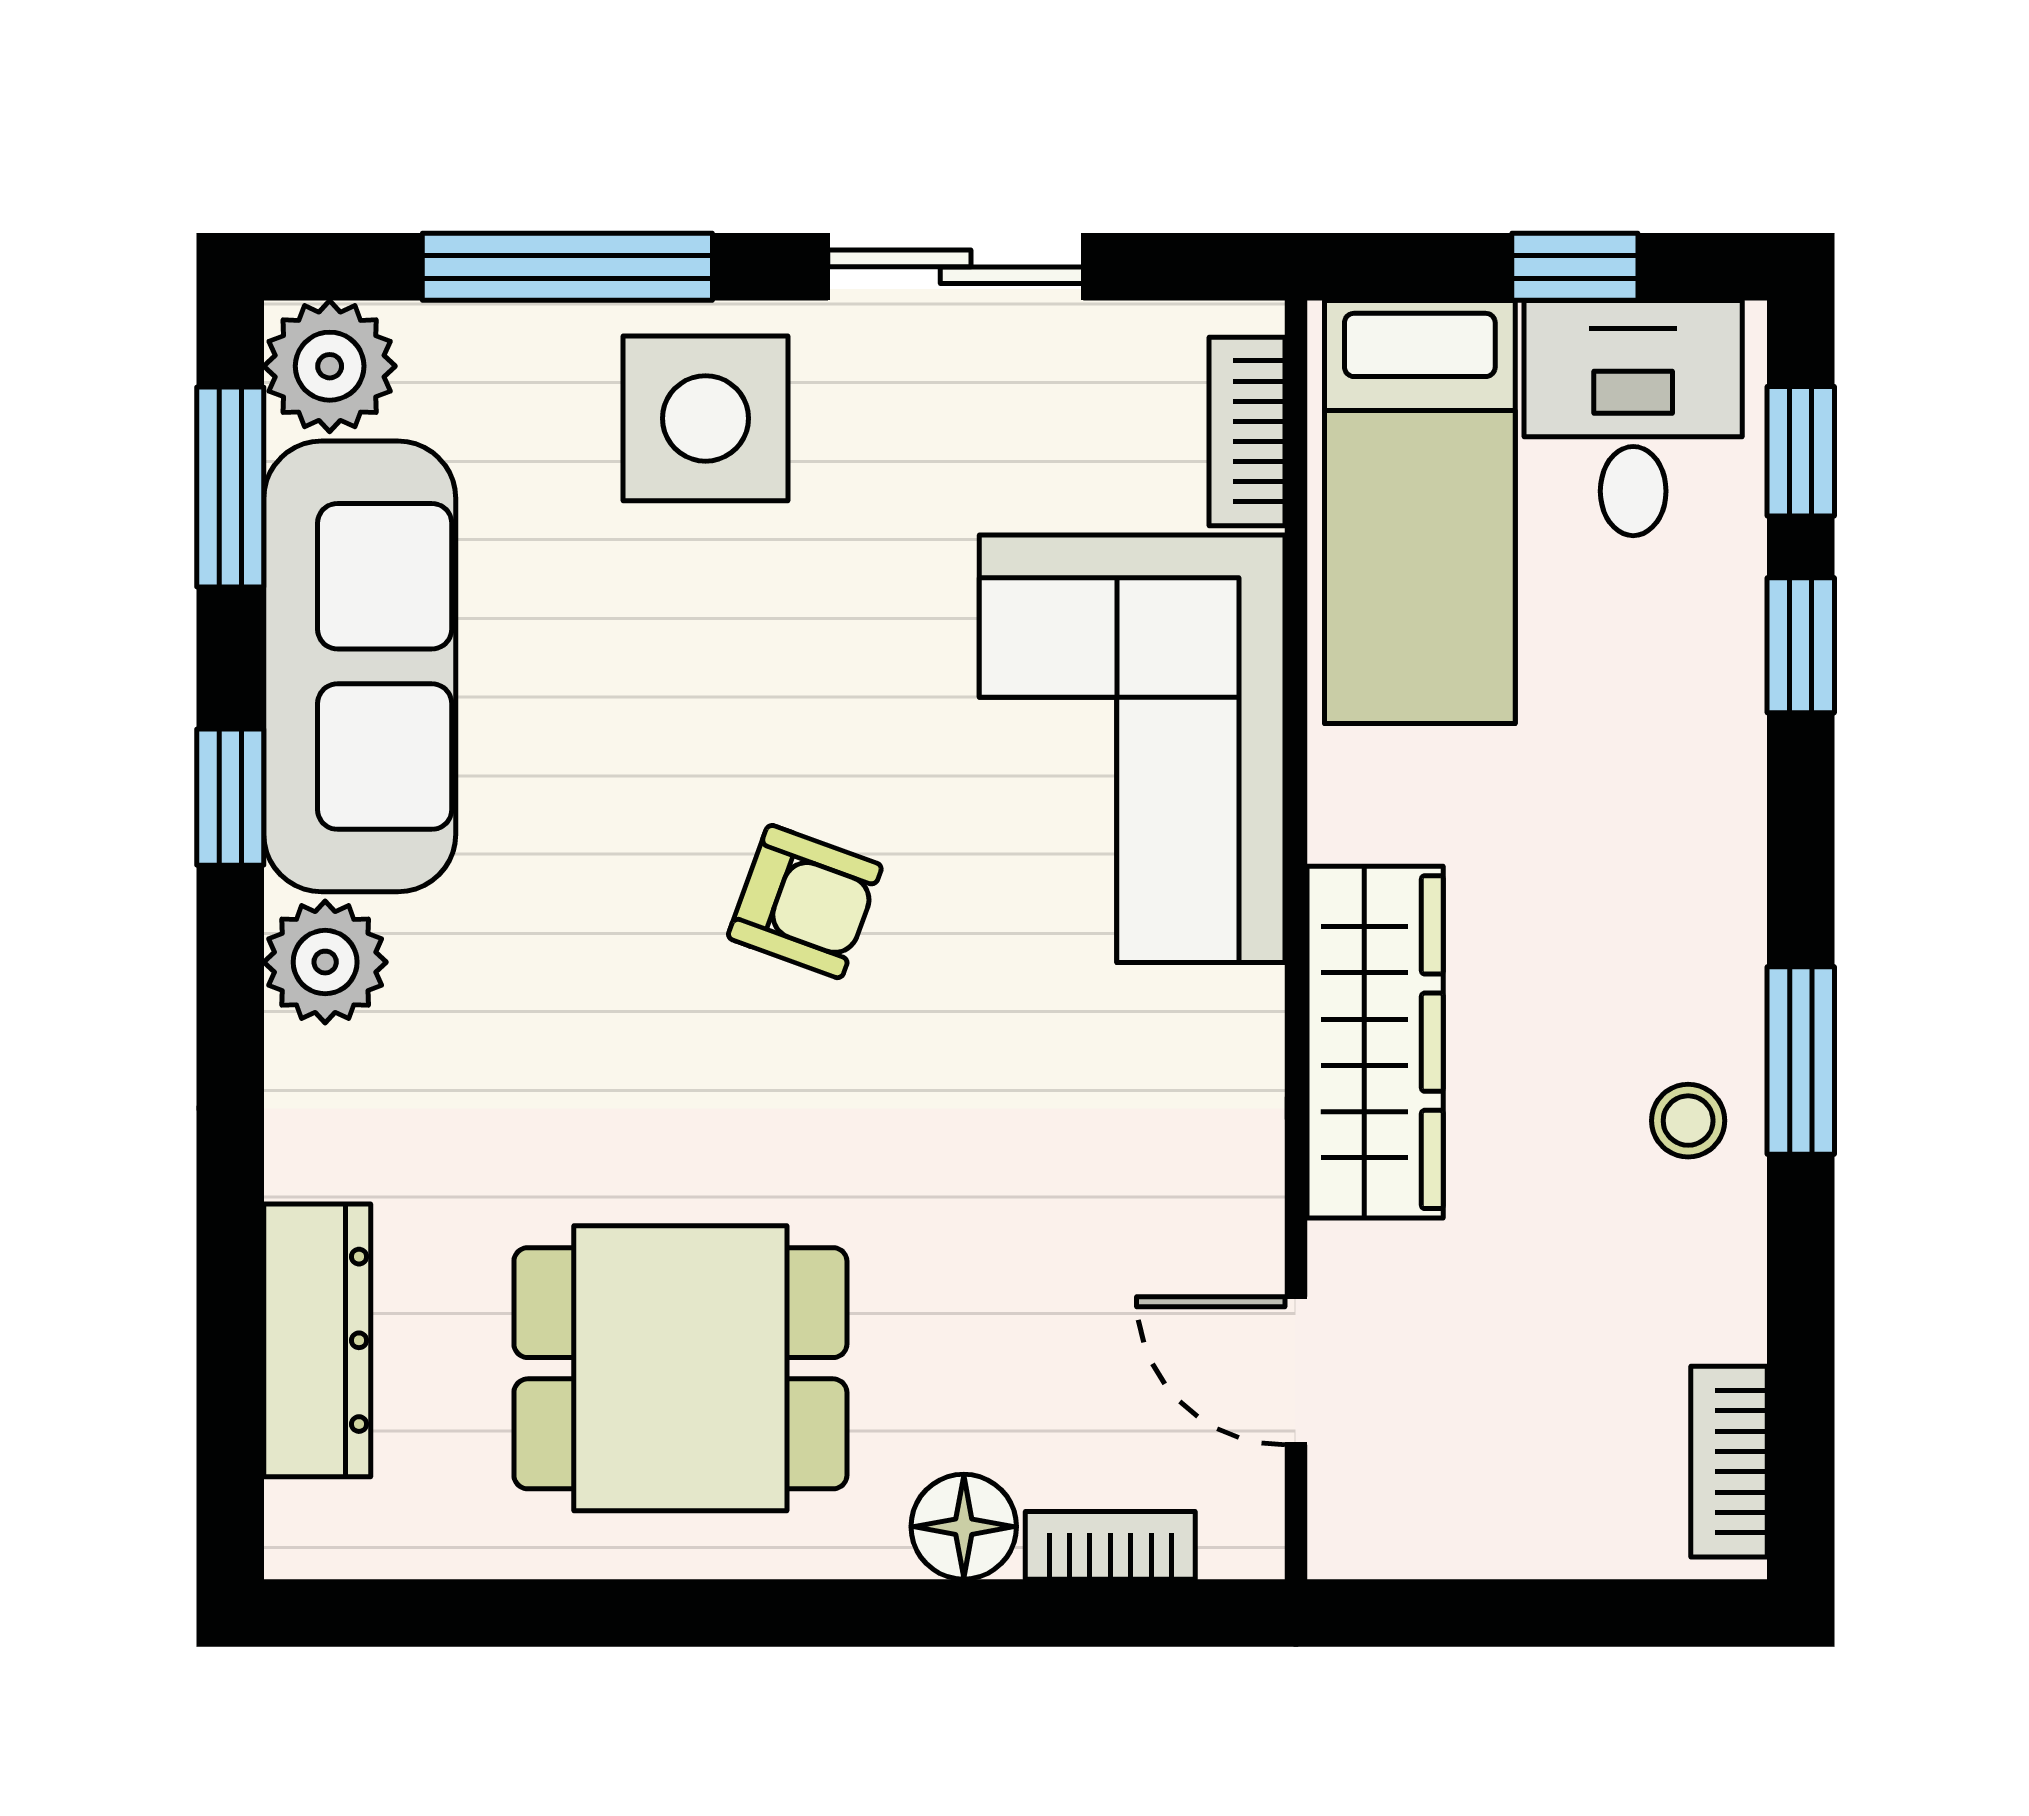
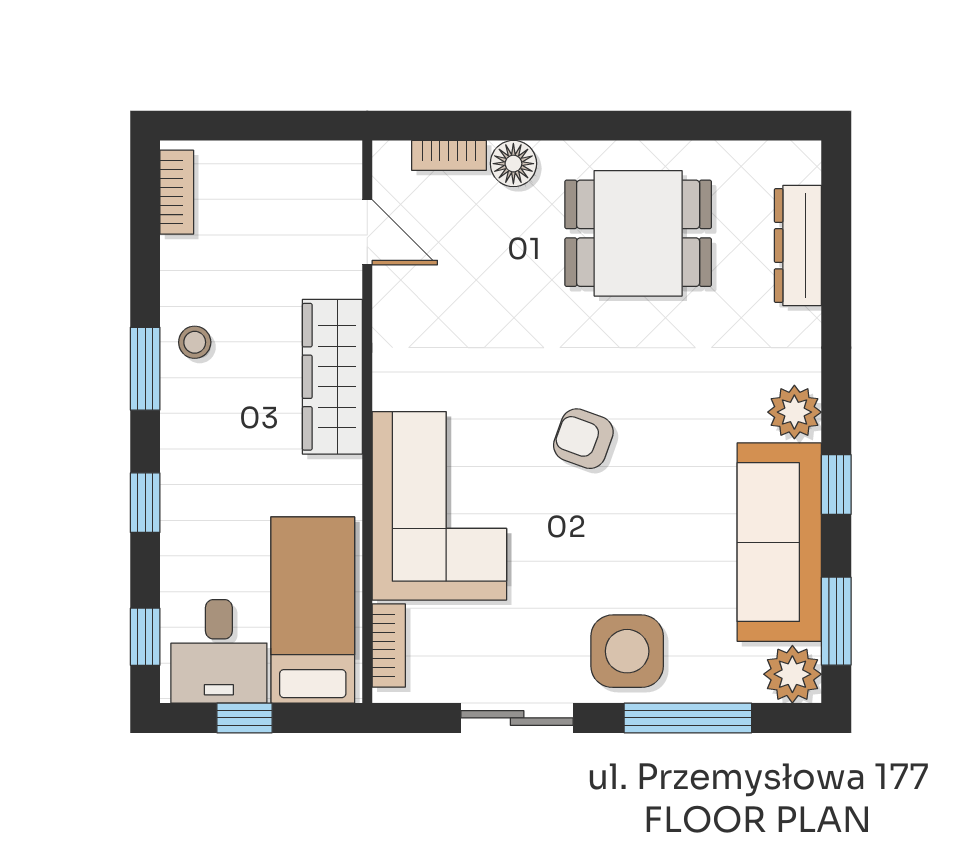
window: (1801, 645) -> (145, 503), moved

